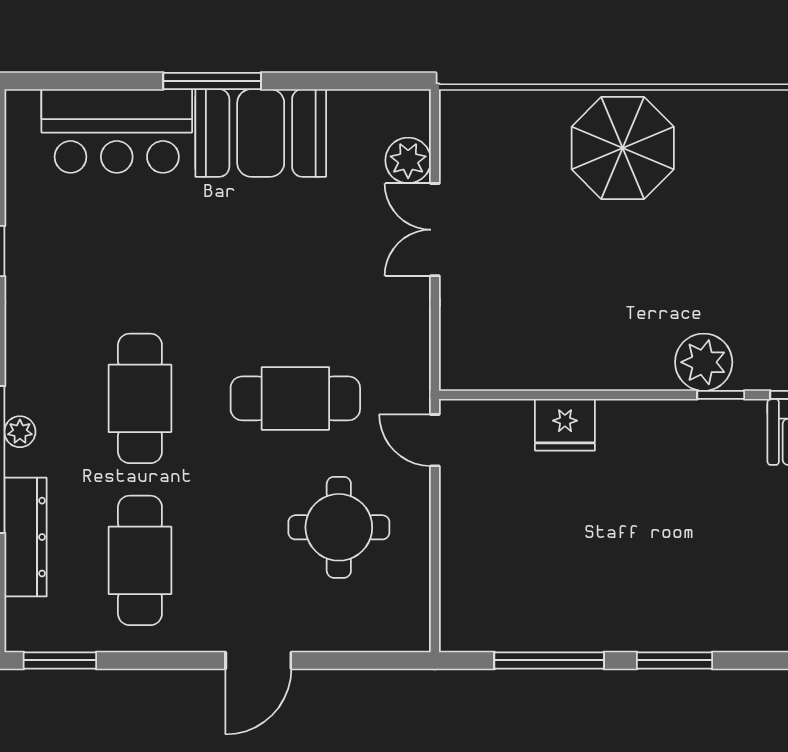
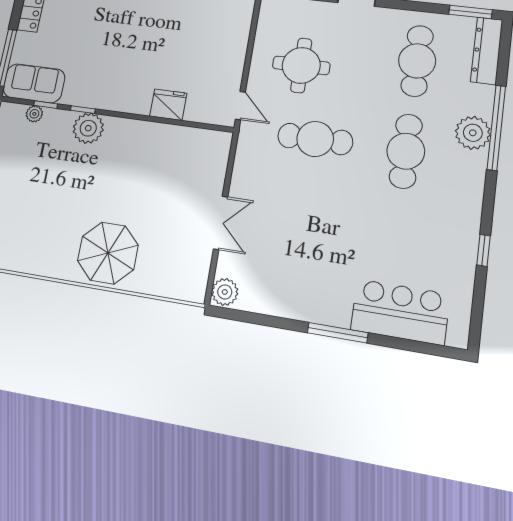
booth: (261, 133) -> (313, 296), removed
plant: (408, 160) -> (225, 292), moved
plant: (20, 432) -> (473, 133), width x1.88, depth x1.88
dresser: (26, 537) -> (487, 51), moved

